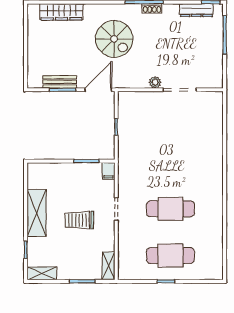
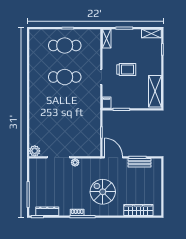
door: (98, 90) -> (113, 157), swing flipped
plant: (215, 99) -> (35, 151), added
shelving: (37, 213) -> (155, 91), moved

